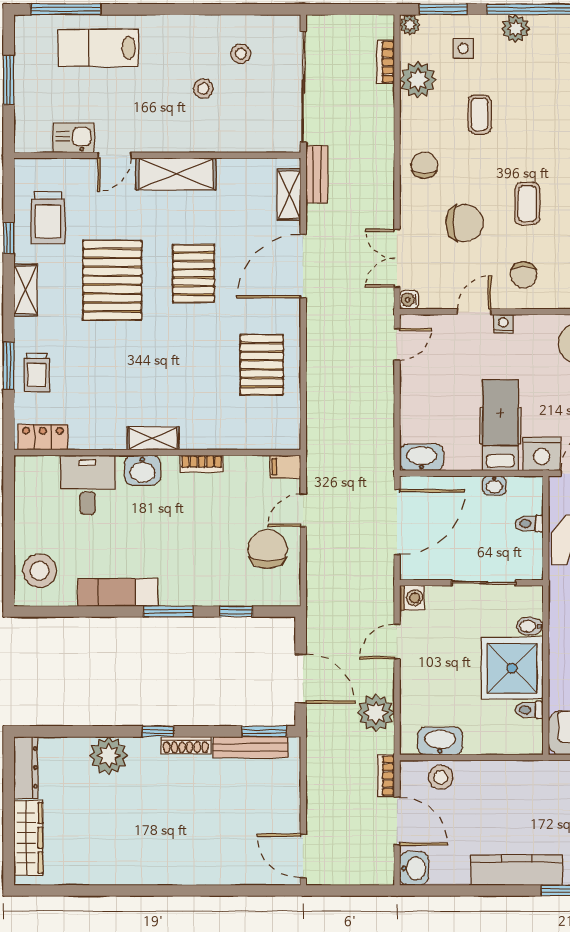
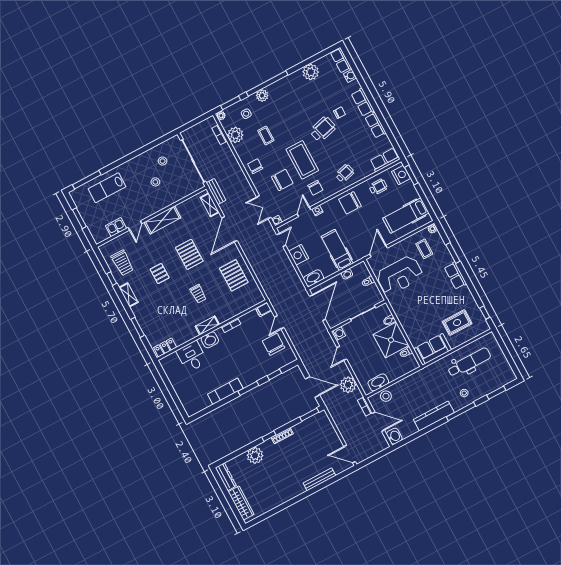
coffee table: (527, 204) -> (302, 160), width x1.86, depth x1.72
pallet: (112, 280) -> (160, 273), width x0.49, depth x0.50
trolley: (37, 372) -> (198, 294), moved
nightstand: (542, 454) -> (299, 255), moved, turned 90
stool: (40, 571) -> (191, 399), removed
bench: (250, 747) -> (319, 479), moved

